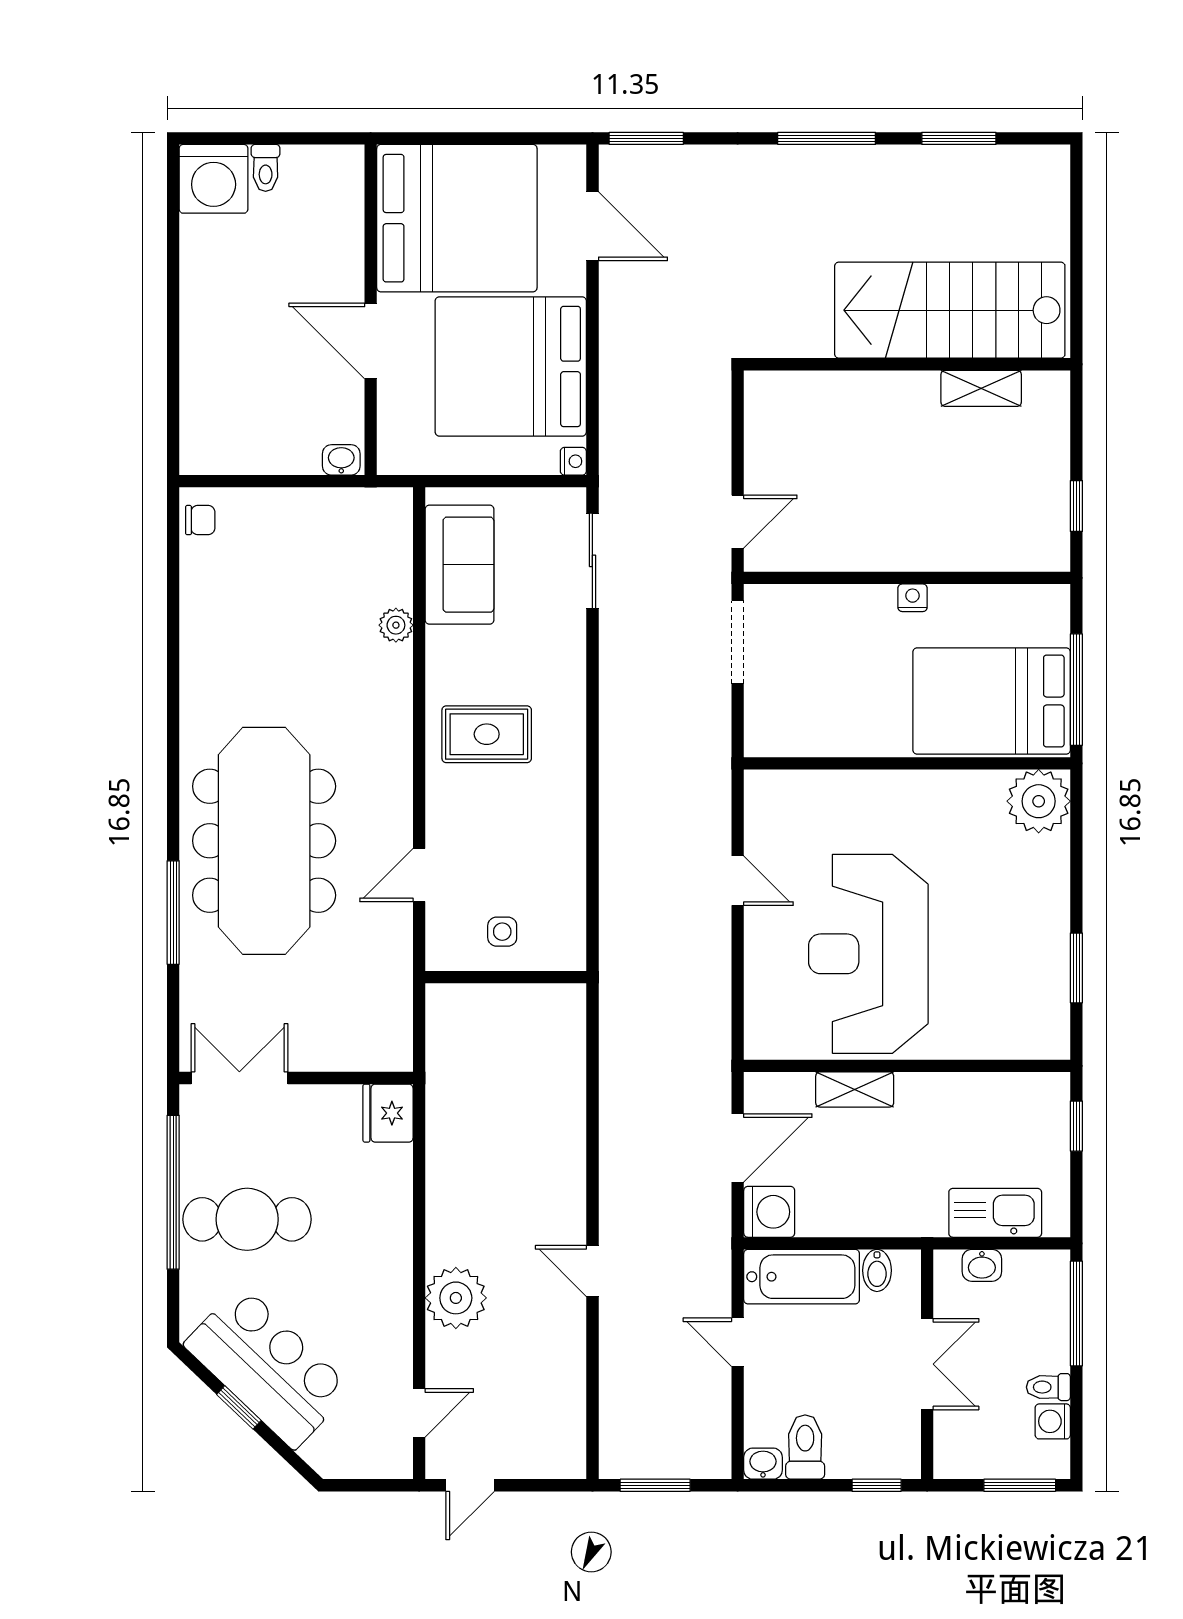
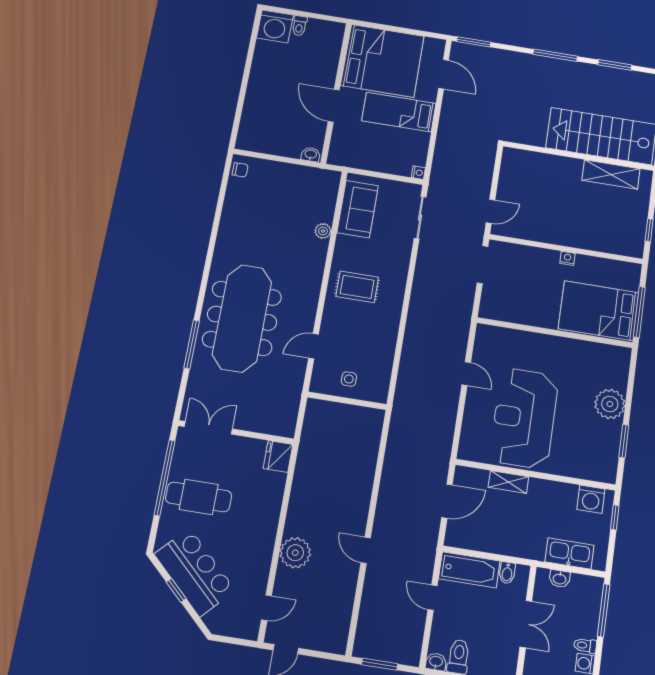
bed: (511, 366) -> (399, 112), width x0.49
shelving: (981, 388) -> (611, 174), width x1.50, depth x1.33
plant: (1039, 801) -> (610, 404), moved
washing machine: (769, 1212) -> (591, 499), moved, turned 90

